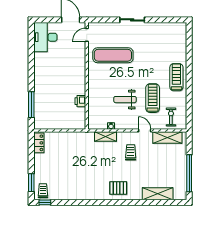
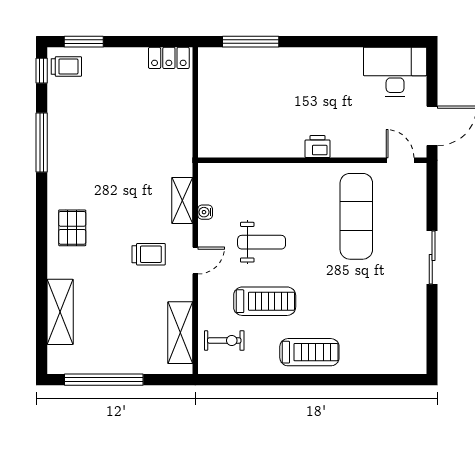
weight bench: (125, 100) -> (262, 242), turned 90
printer: (80, 101) -> (318, 147), moved
door: (145, 131) -> (195, 260), moved
window: (78, 202) -> (42, 143), added

